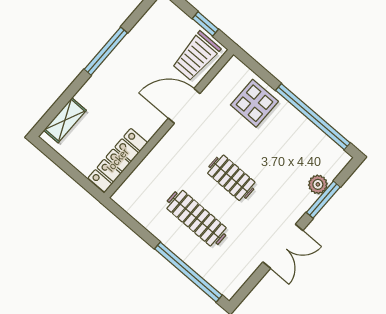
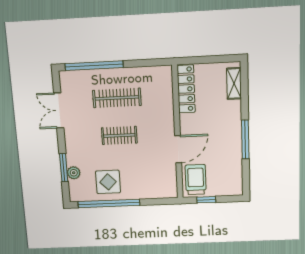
display table: (254, 103) -> (108, 182), moved
double door: (283, 246) -> (59, 110), moved

